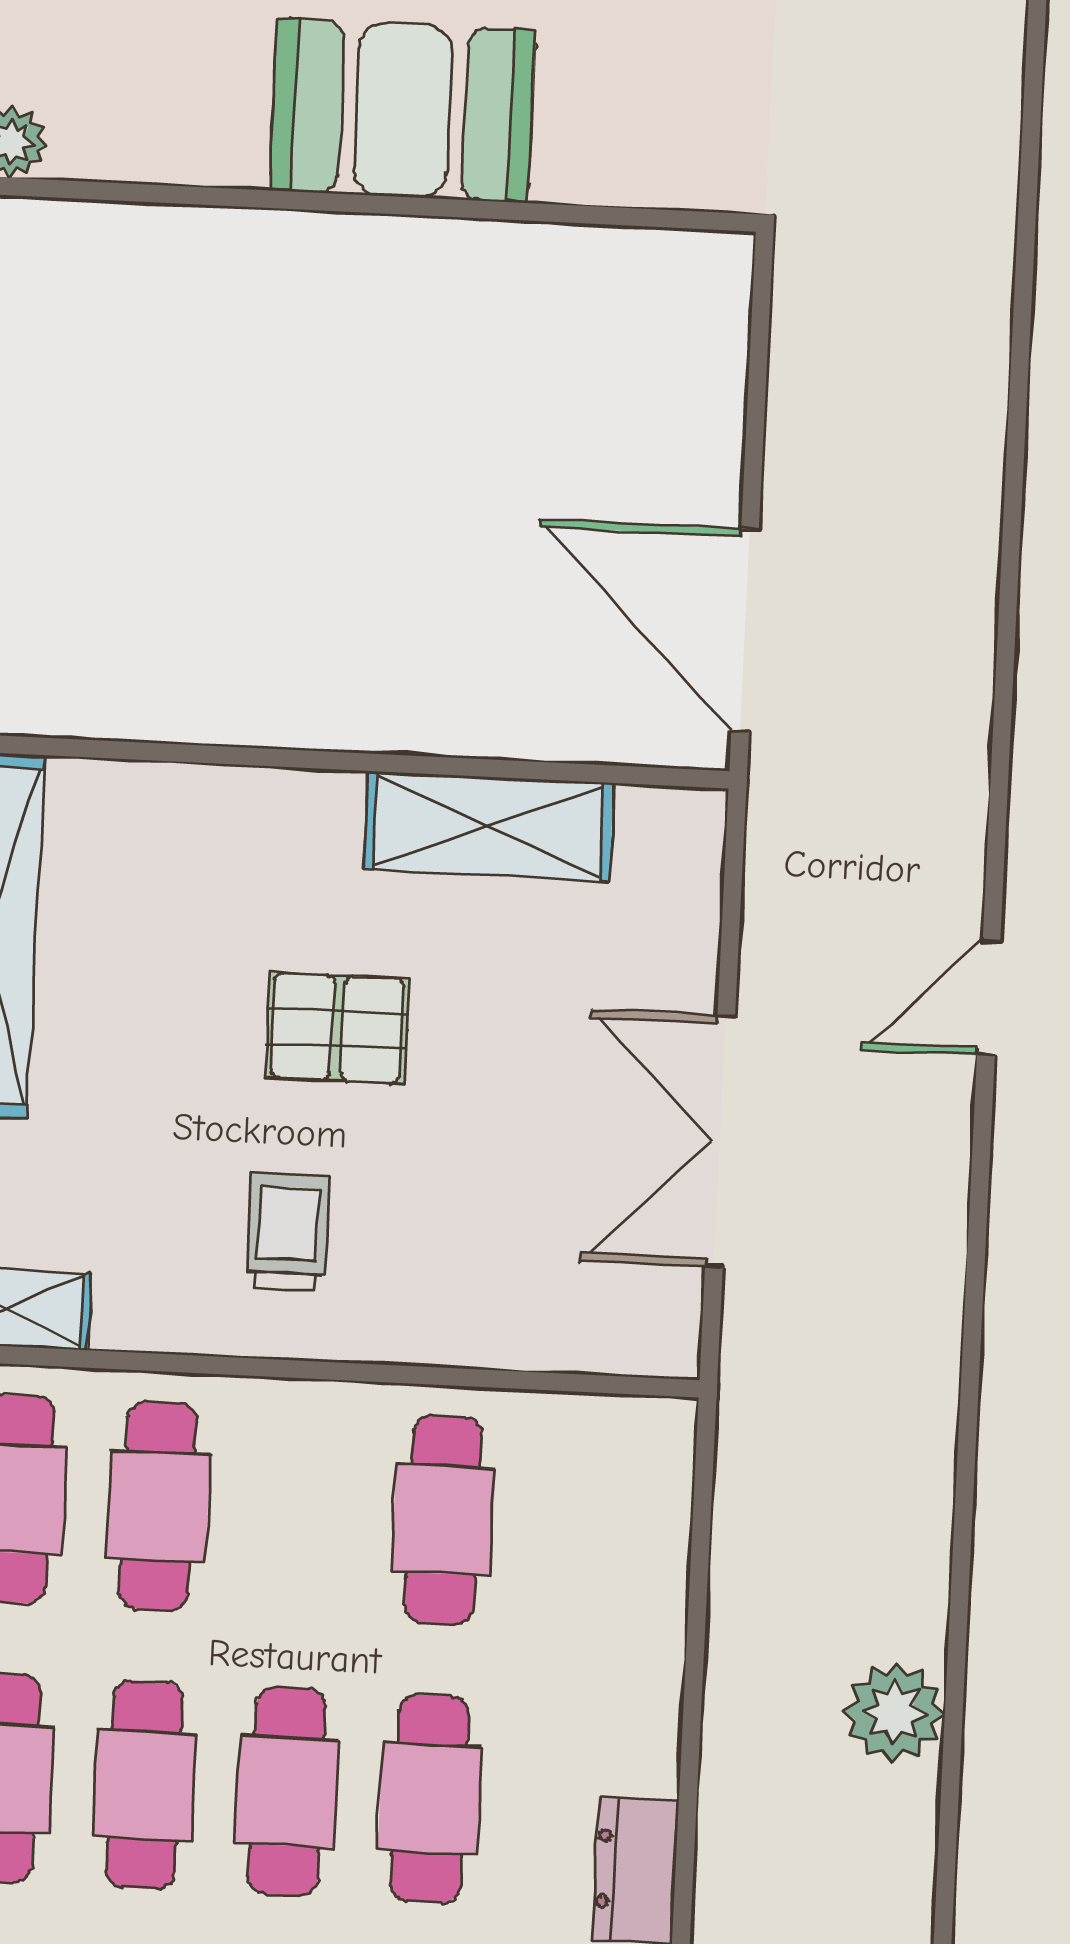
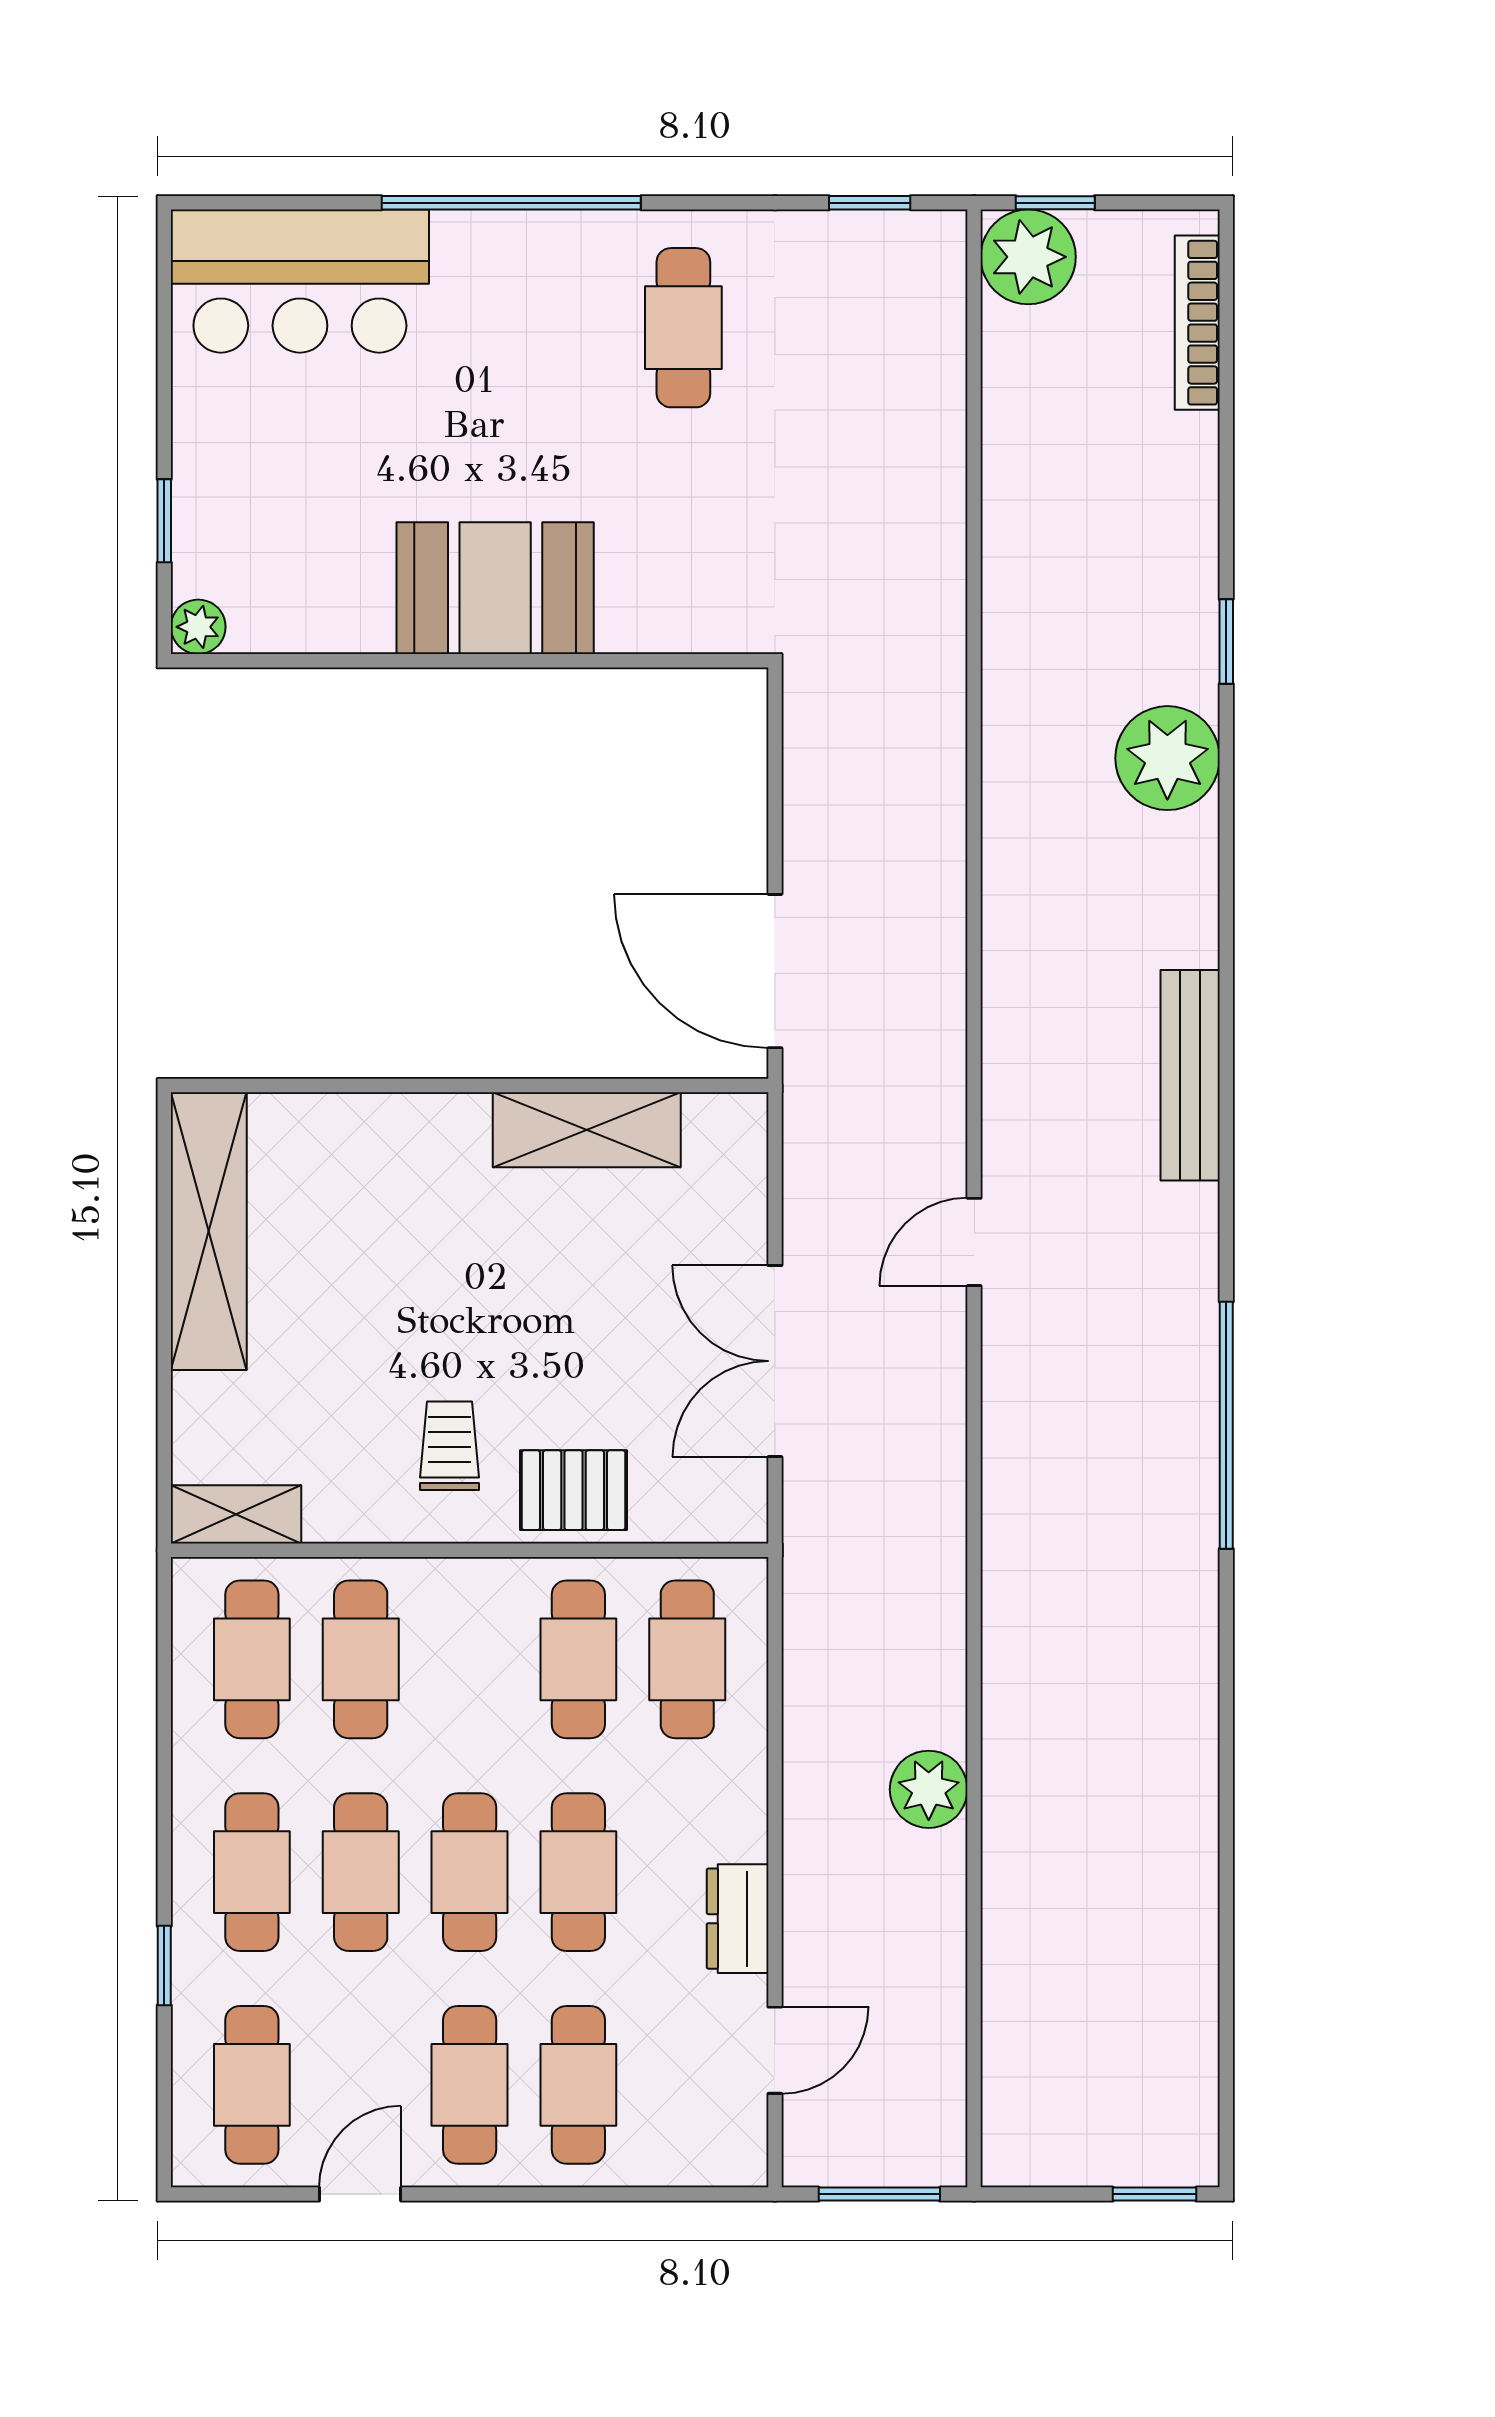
pallet: (337, 1028) -> (574, 1490), moved
cafe table: (586, 1527) -> (687, 1659), added

